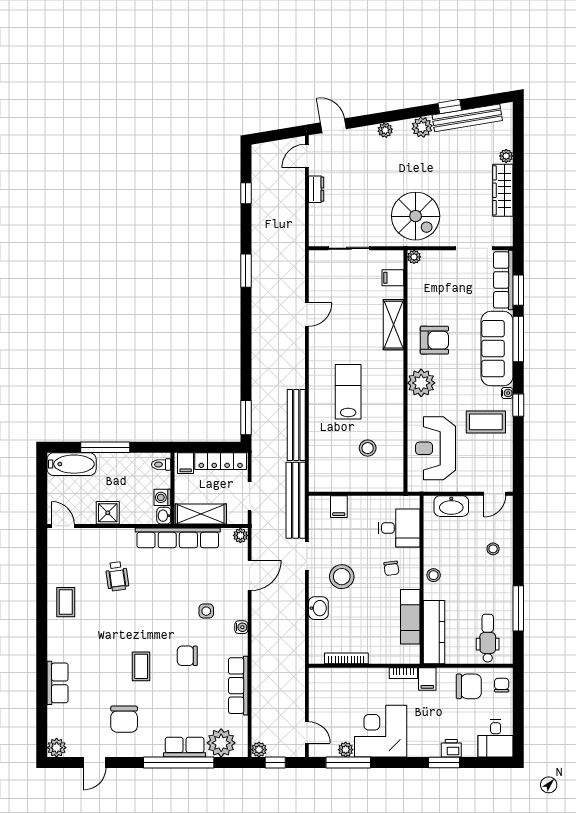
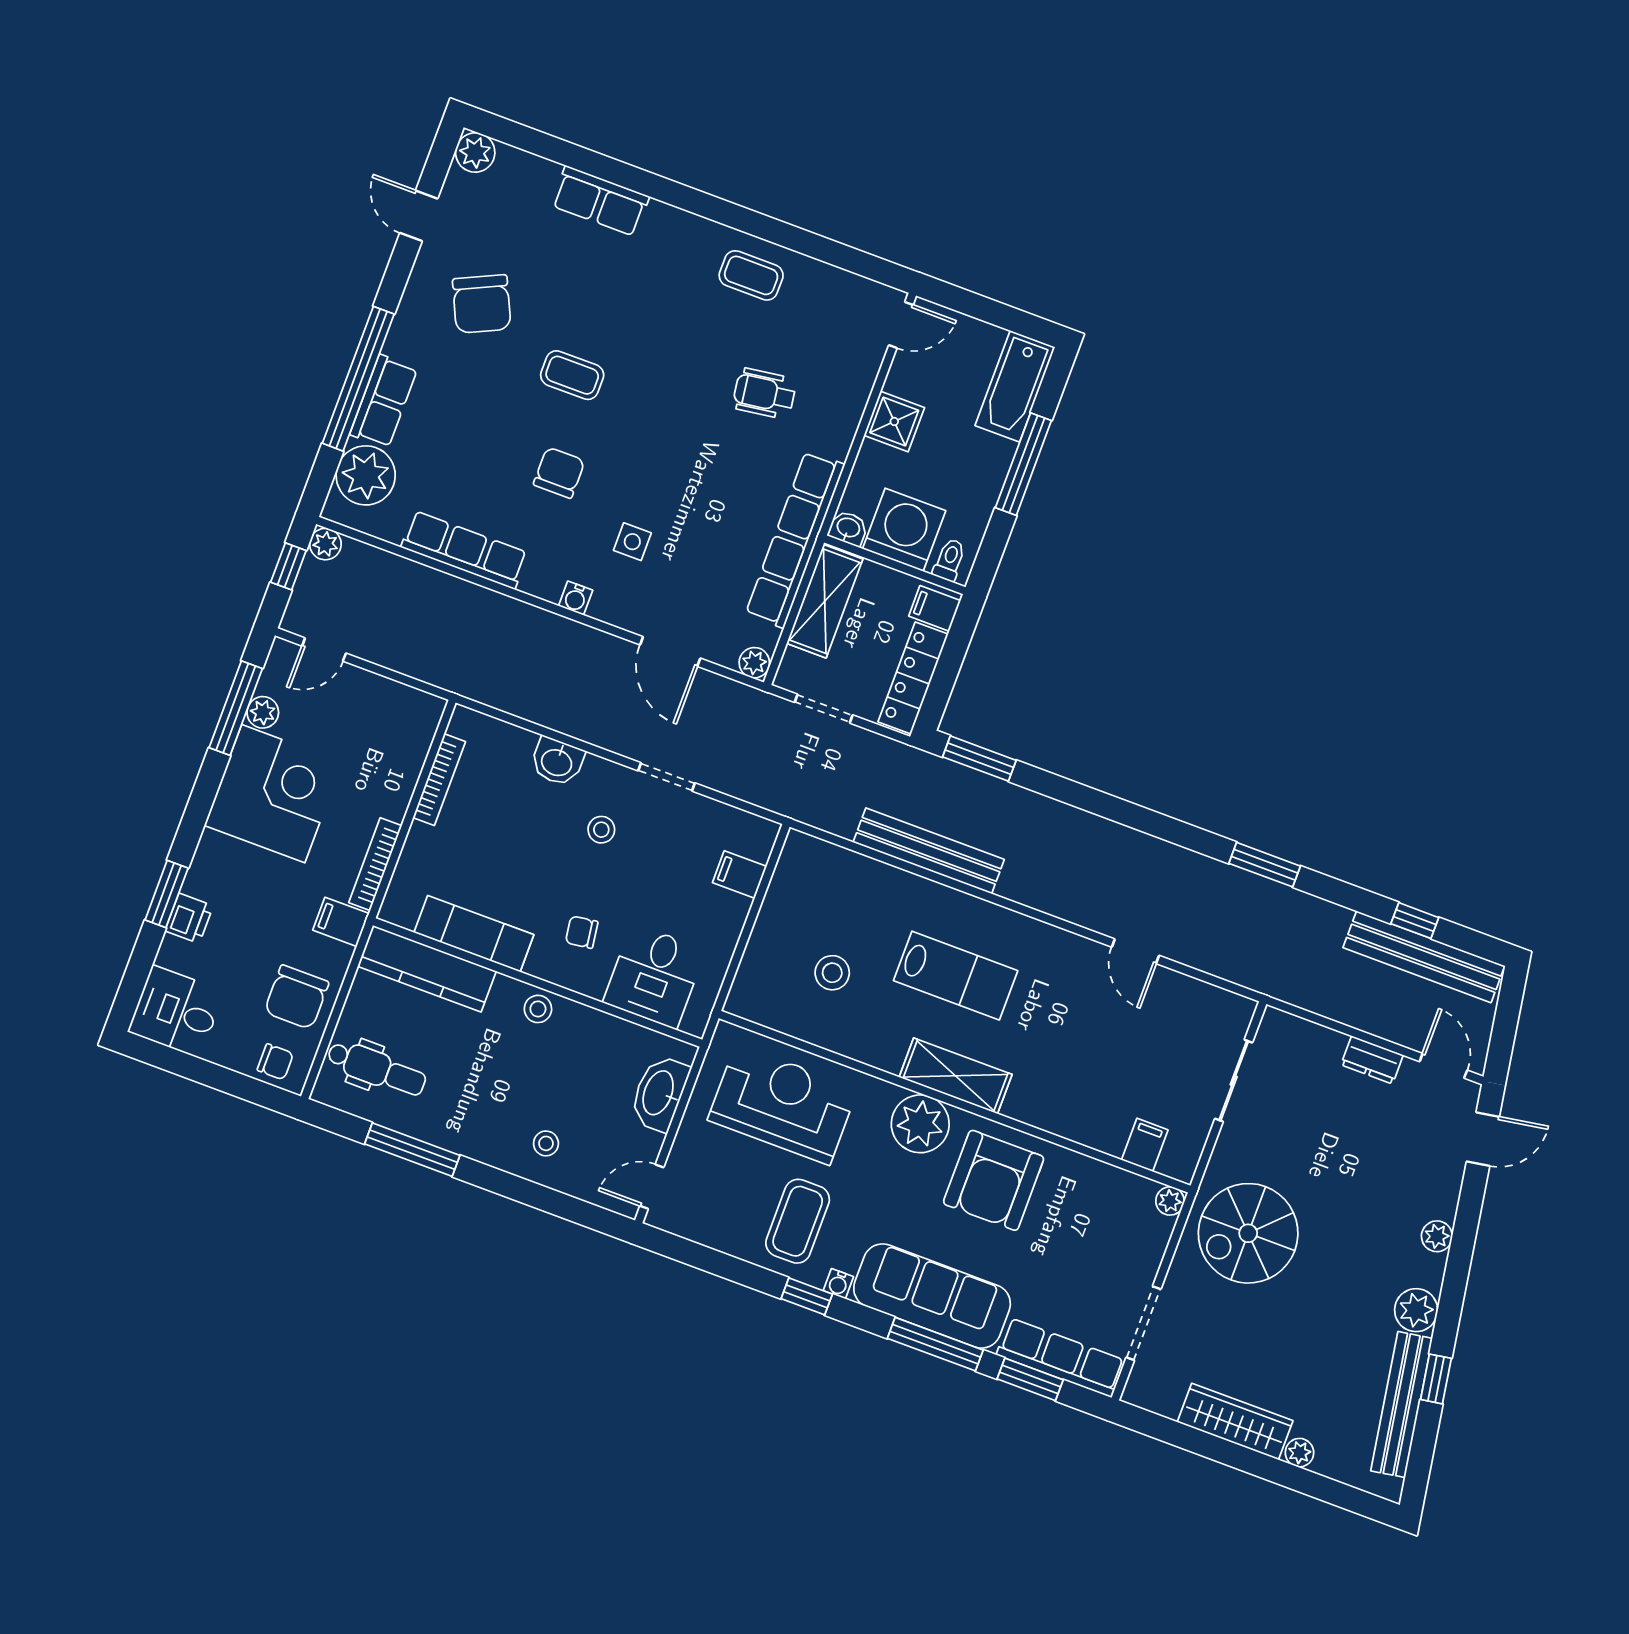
shelving: (394, 325) -> (956, 1076), moved
armchair: (434, 340) -> (994, 1180), width x1.36, depth x1.36
door: (495, 494) -> (652, 1187), hinge flipped
washing machine: (162, 497) -> (904, 530), width x1.89, depth x1.89
bench: (296, 500) -> (1424, 957), moved
stool: (342, 577) -> (601, 830), width x0.53, depth x0.53
bookcase: (403, 673) -> (375, 864), width x1.56
chair: (124, 719) -> (482, 304), turned -115

